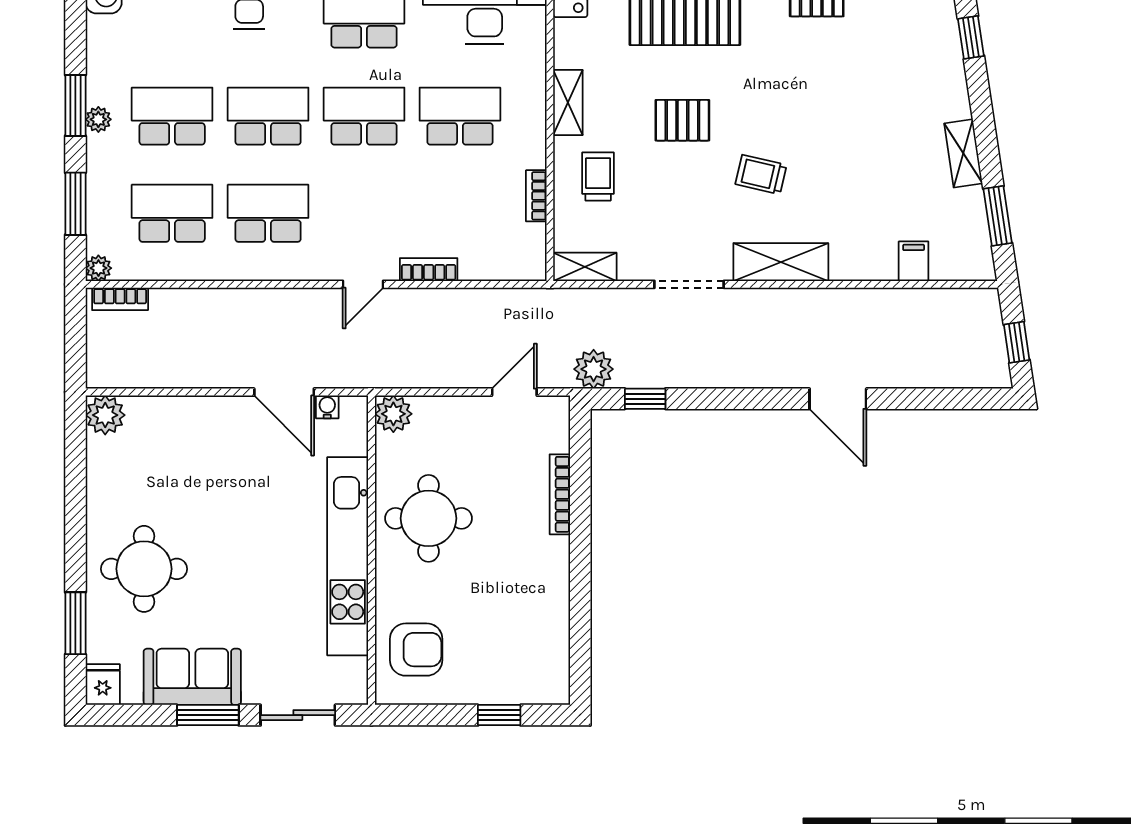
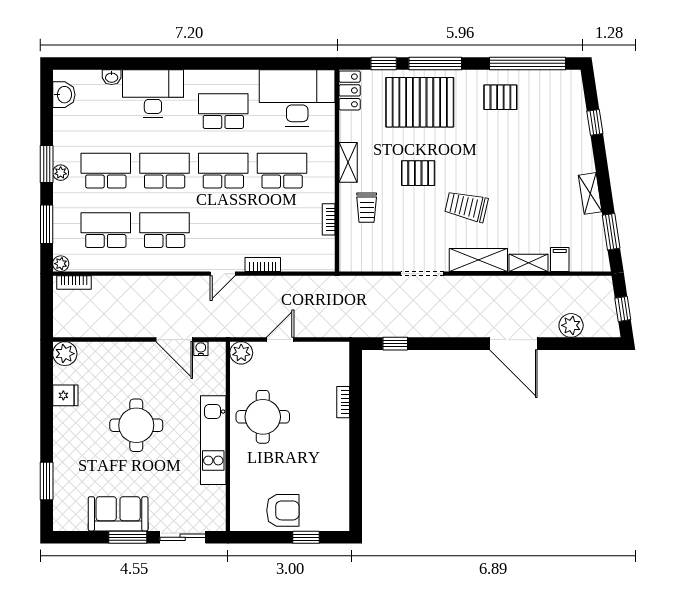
trolley: (761, 175) -> (466, 206), width x1.36, depth x1.39
trolley: (598, 177) -> (367, 208), turned 180
shelving: (585, 267) -> (529, 263), moved
plant: (594, 369) -> (571, 325), moved
door: (514, 392) -> (280, 340), moved
door: (838, 399) -> (513, 344), width x1.36
bookcase: (560, 494) -> (343, 402), width x0.64
kitchen unit: (348, 556) -> (213, 440), width x0.73
round table: (144, 569) -> (136, 425), moved
armchair: (416, 650) -> (283, 510), moved
fridge: (103, 685) -> (65, 395), moved, turned 90

